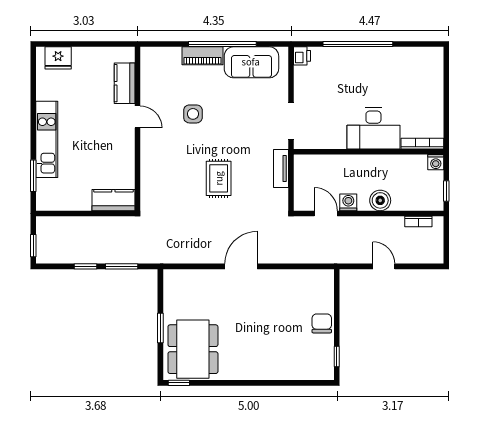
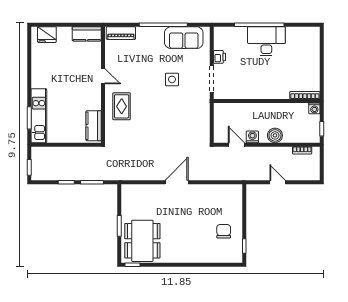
piano: (203, 56) -> (121, 33), moved
printer: (302, 56) -> (220, 57), moved
kitchen counter: (125, 83) -> (87, 34), moved, turned -90
side table: (193, 114) -> (172, 79), moved
desk: (373, 128) -> (266, 41), moved, turned 180
kitchen unit: (47, 139) -> (39, 116), moved
tv unit: (281, 168) -> (205, 113), removed
rug: (219, 178) -> (122, 106), moved
kitchen counter: (113, 200) -> (94, 126), moved, turned -90
chair: (322, 323) -> (224, 231), moved

